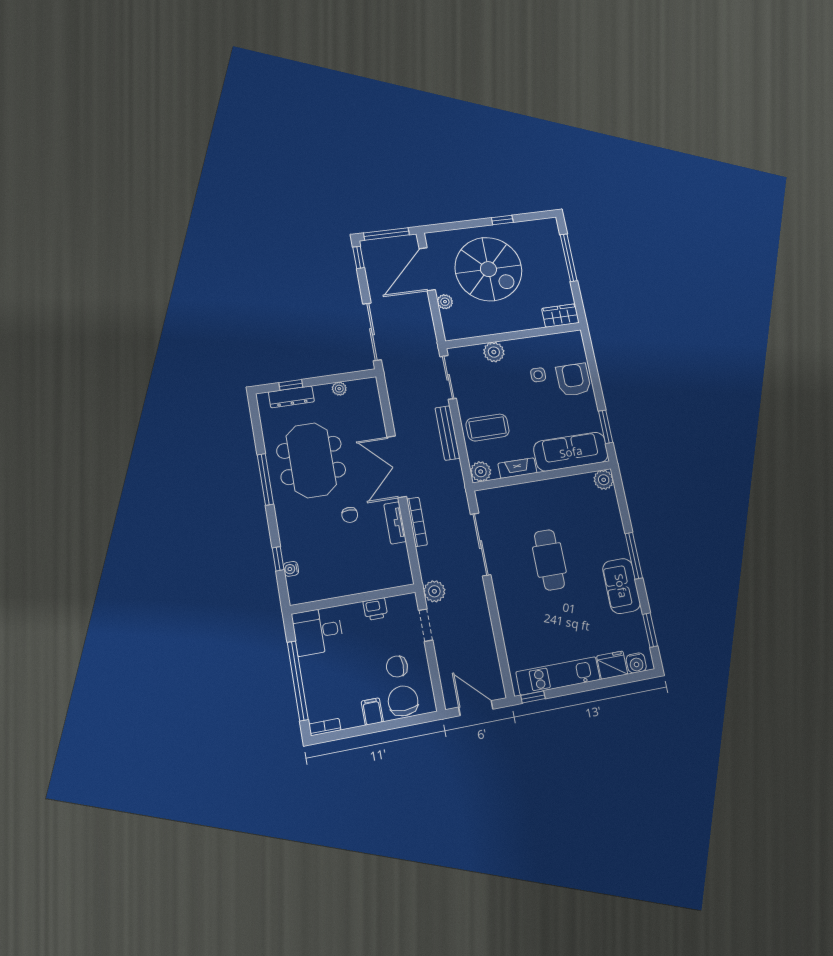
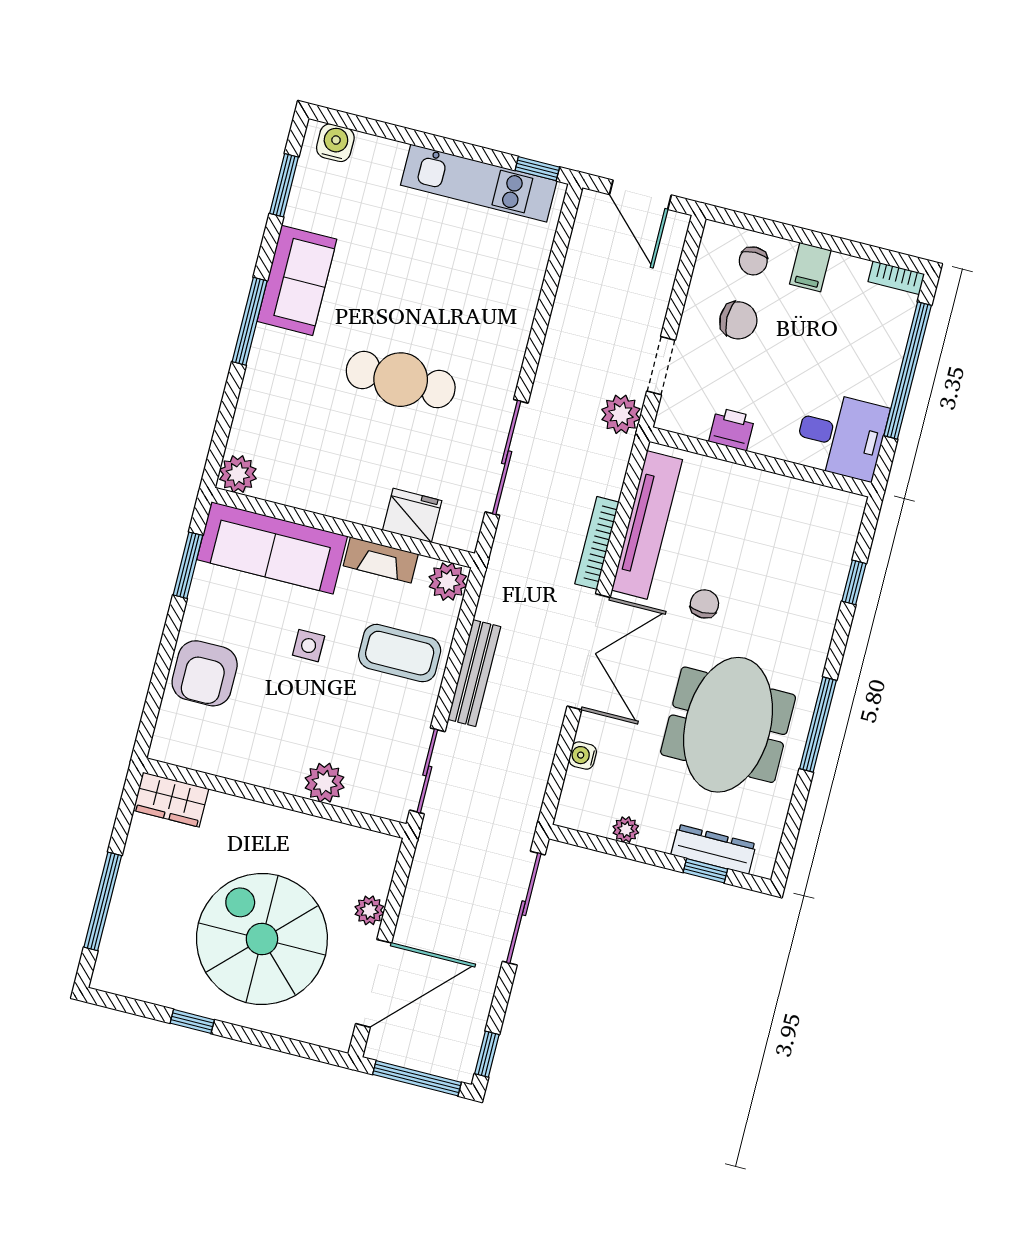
side table: (538, 375) -> (309, 646), moved
tv unit: (395, 523) -> (647, 525), width x1.92, depth x1.29
cafe table: (549, 560) -> (401, 380), turned 90
water cooler: (291, 569) -> (583, 756), moved, turned 180
fridge: (612, 665) -> (412, 515), moved, turned 180
chair: (403, 701) -> (753, 261), width x0.54, depth x0.54

